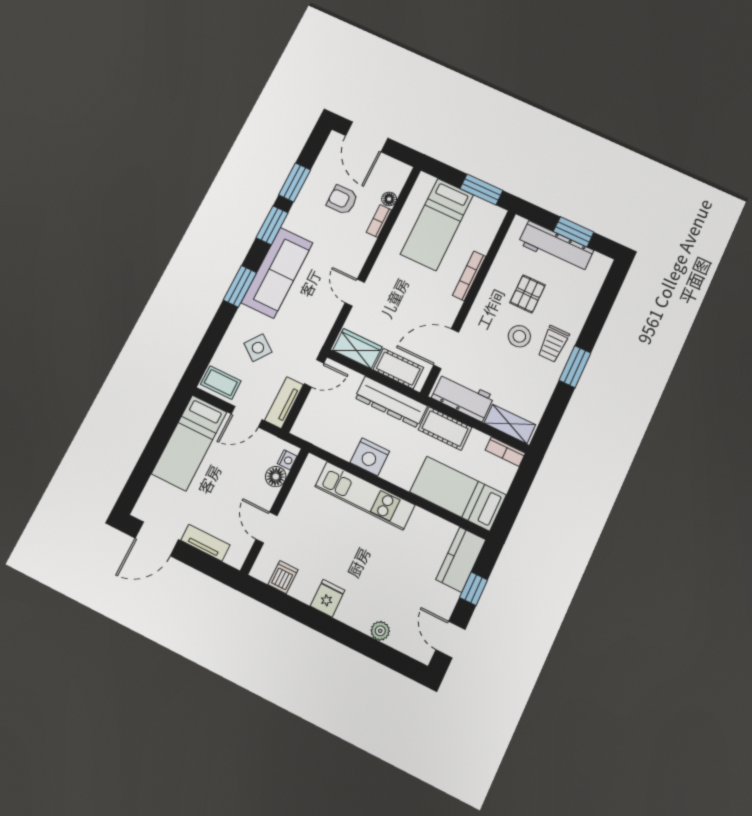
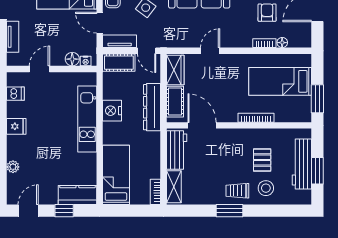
pallet: (528, 294) -> (262, 160), turned 90
stool: (519, 336) -> (266, 188), moved
cot: (445, 429) -> (119, 63), moved, turned 90

